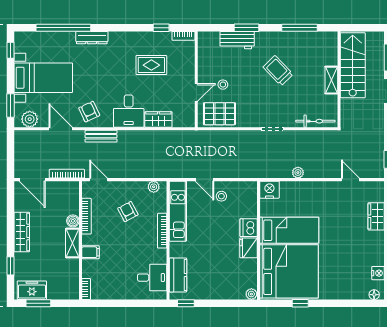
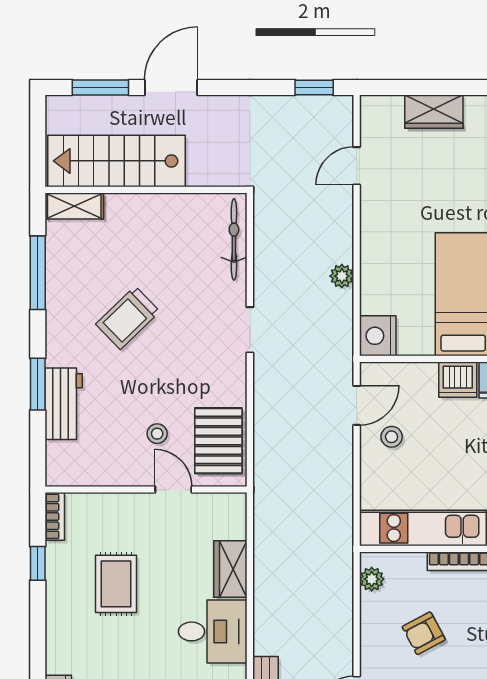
shelving: (331, 80) -> (74, 206), moved
door: (205, 180) -> (357, 405), moved

